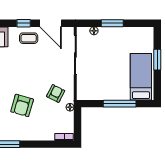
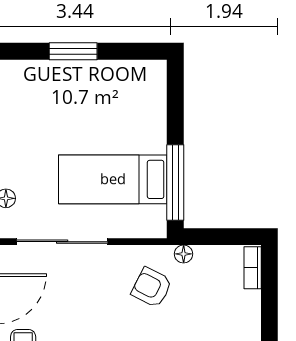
bed: (141, 77) -> (113, 179), moved
window: (120, 104) -> (175, 182), moved

